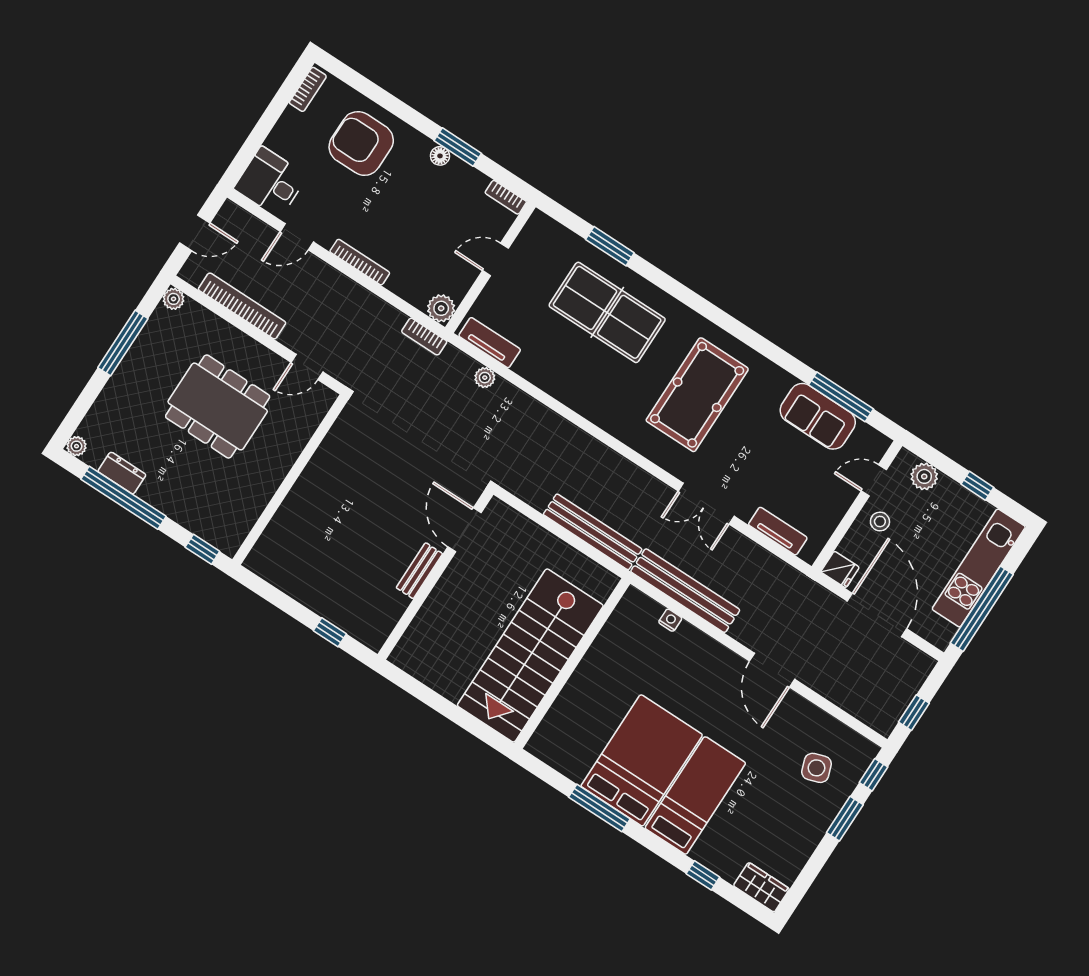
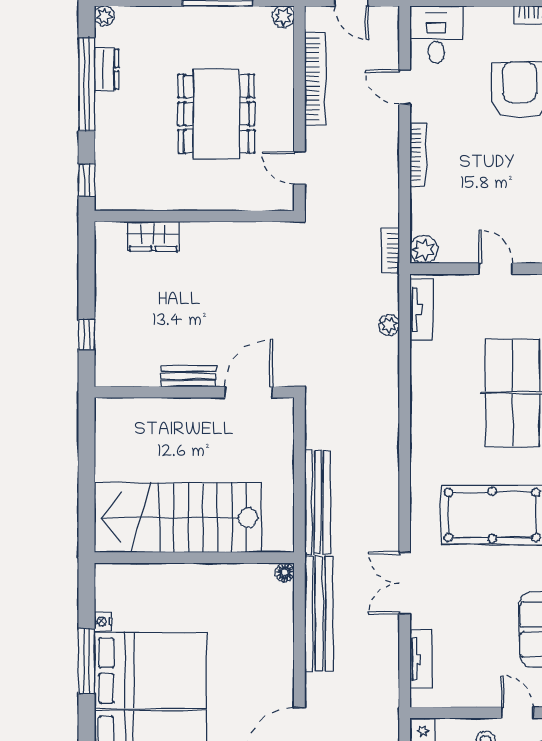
wardrobe: (285, 524) -> (153, 236), added
floor lamp: (633, 597) -> (285, 572), added
nightstand: (670, 620) -> (103, 621), moved, turned 180

